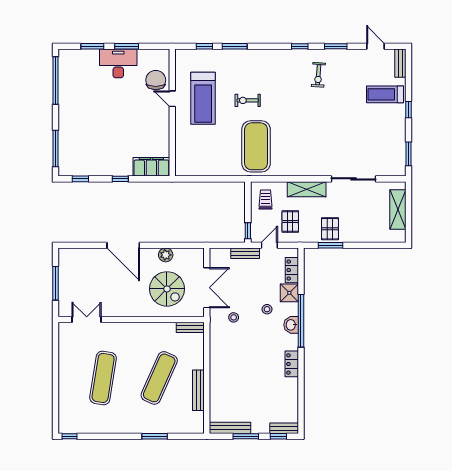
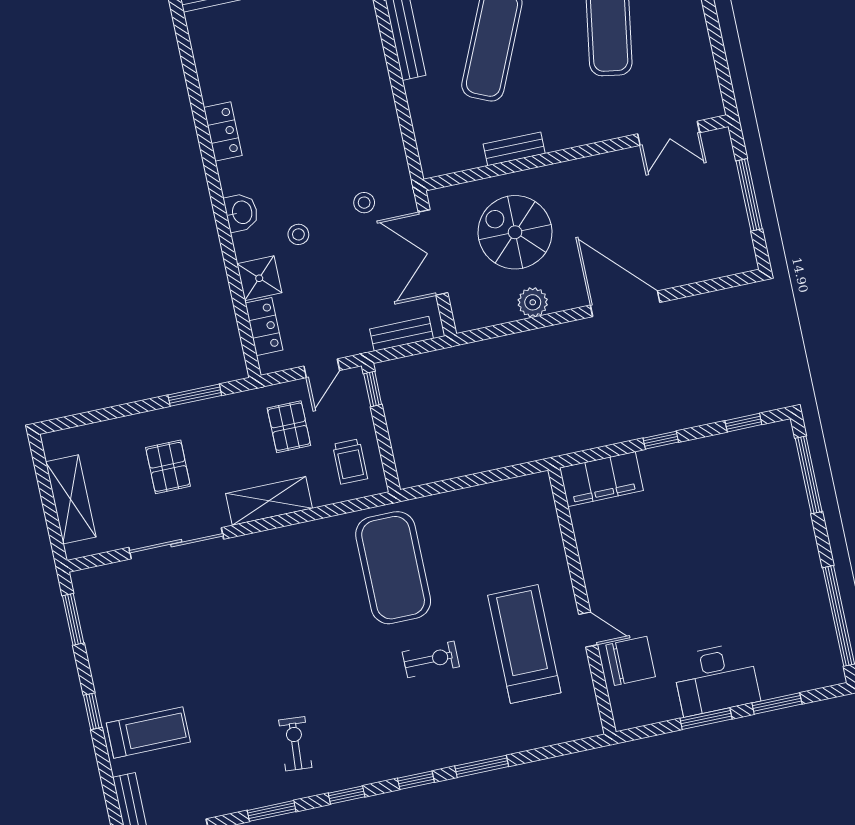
window: (204, 46) -> (416, 780), moved
chair: (156, 80) -> (631, 661), turned -90
pallet: (330, 229) -> (168, 467), moved
bench: (245, 253) -> (402, 334), moved
window: (301, 321) -> (223, 225), removed
bench: (190, 327) -> (514, 149), moved

